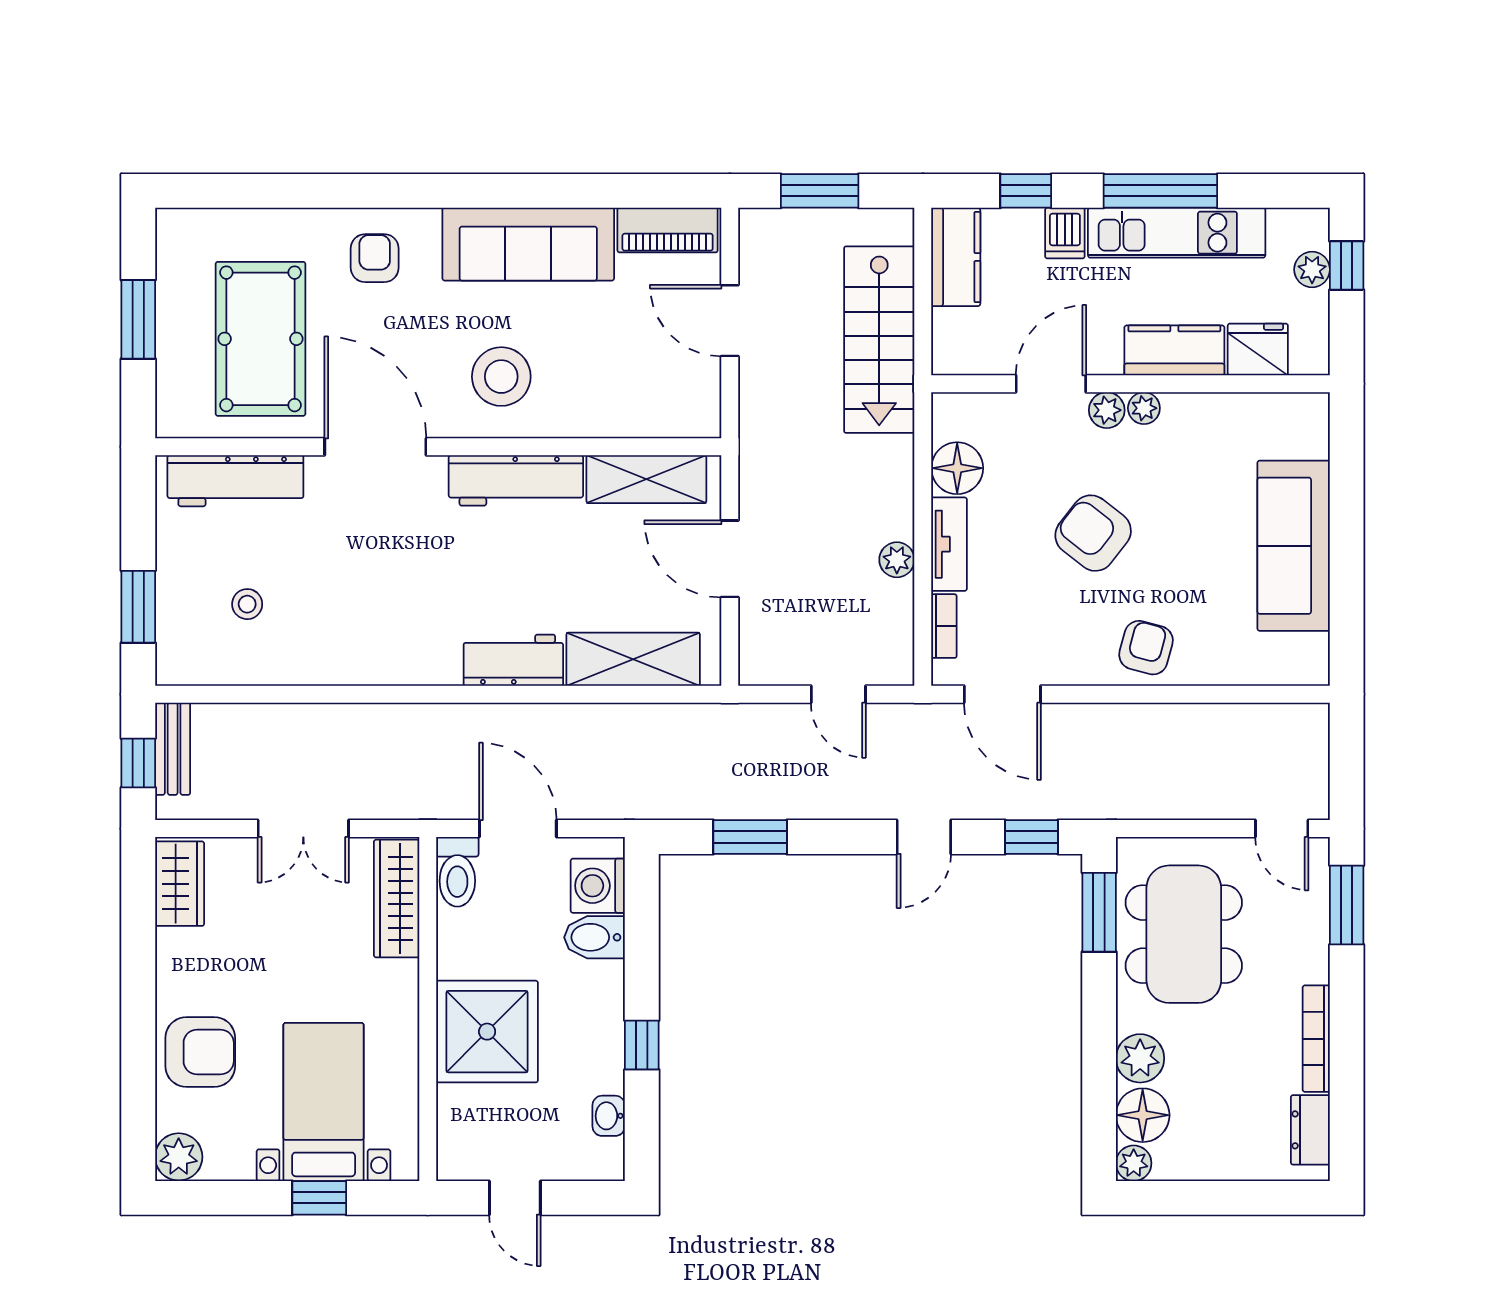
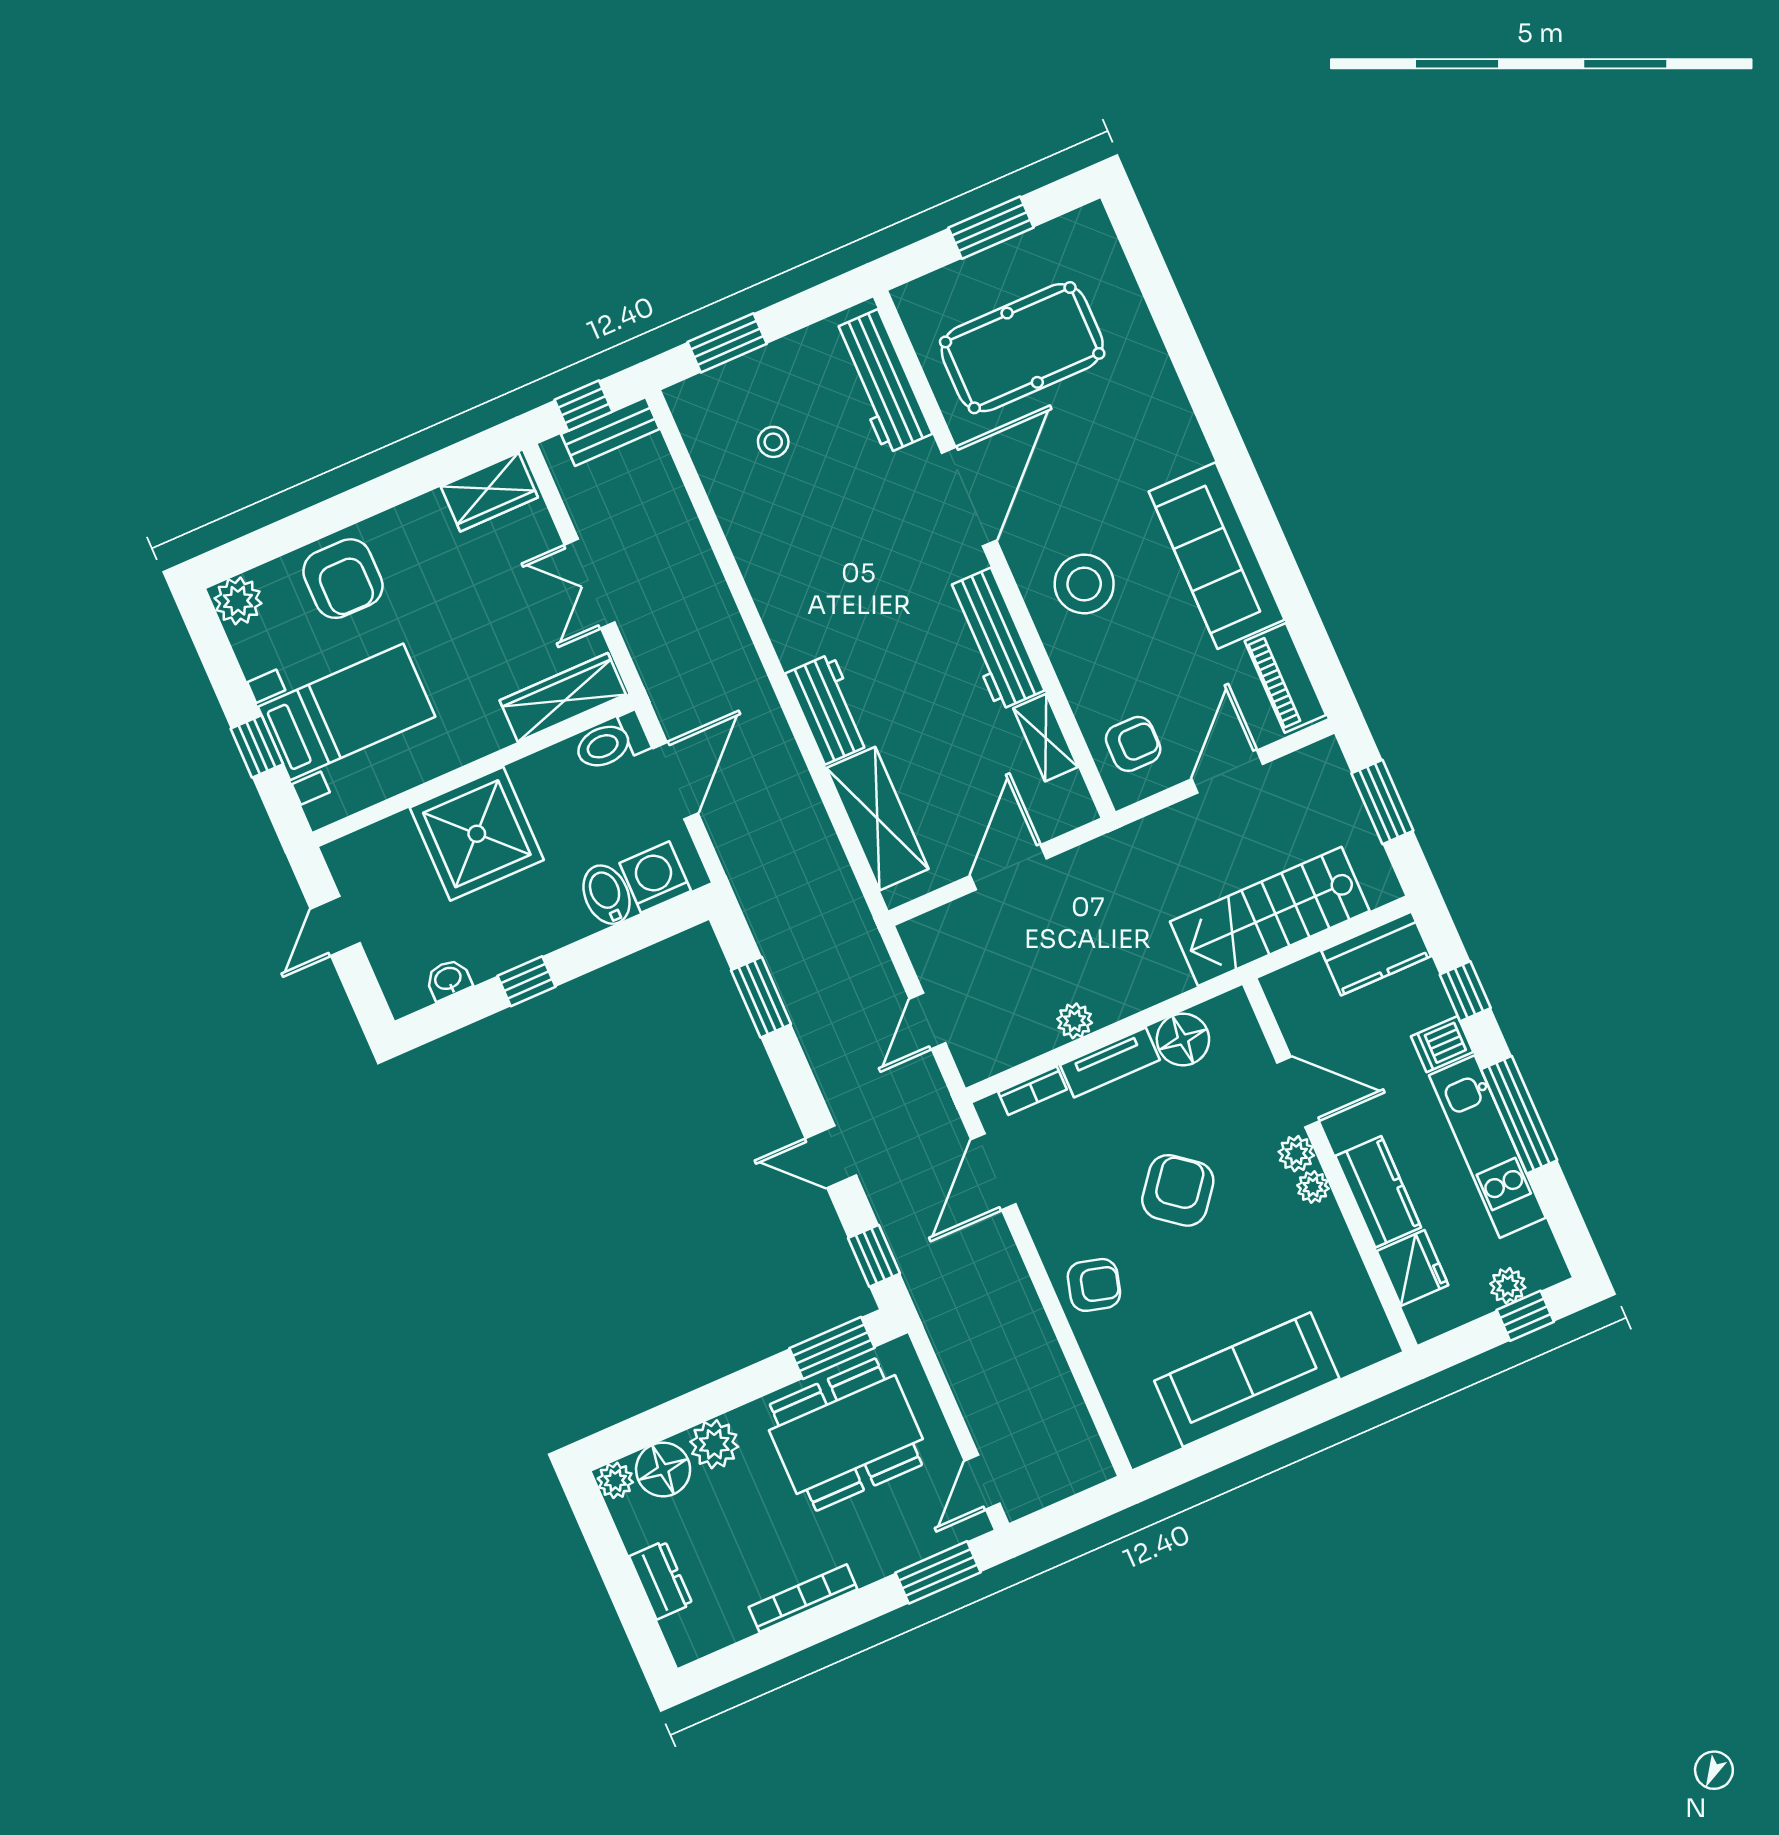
armchair: (375, 258) -> (1133, 744), moved
shelving: (646, 479) -> (1046, 738), width x0.67, depth x0.75
dresser: (1310, 1130) -> (661, 1580), moved, turned 90

